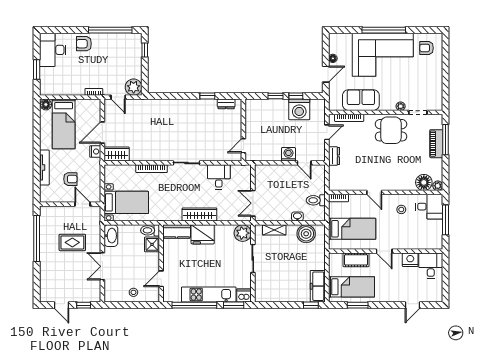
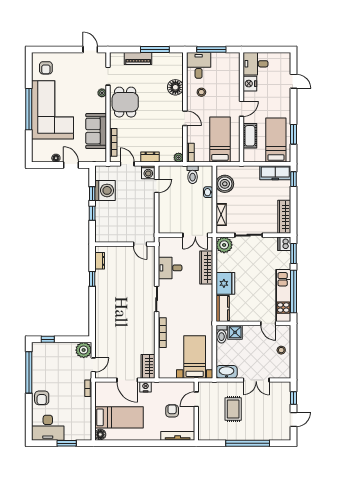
door: (446, 94) -> (90, 50), added
window: (446, 140) -> (155, 50), moved
washing machine: (288, 154) -> (148, 172), moved, turned -90
tv unit: (44, 168) -> (178, 436), moved
floor lamp: (424, 182) -> (175, 87), moved
plant: (438, 186) -> (179, 157), moved
door: (374, 192) -> (185, 118), hinge flipped
wardrobe: (199, 214) -> (206, 267), moved
window: (37, 239) -> (248, 443), moved
kitchen unit: (209, 295) -> (283, 295), moved
wardrobe: (272, 296) -> (284, 217), added

